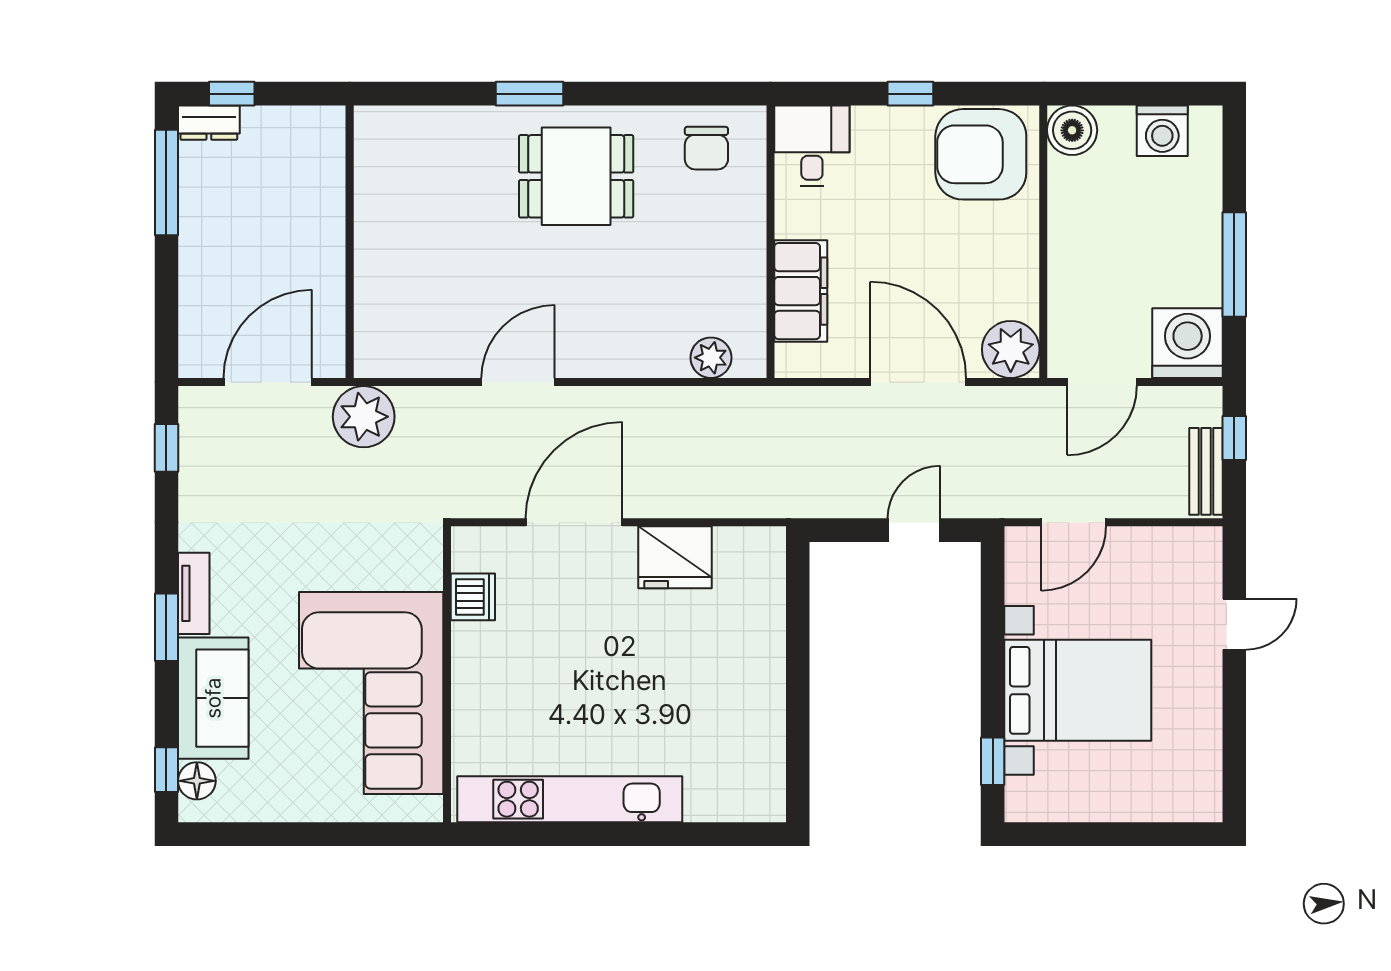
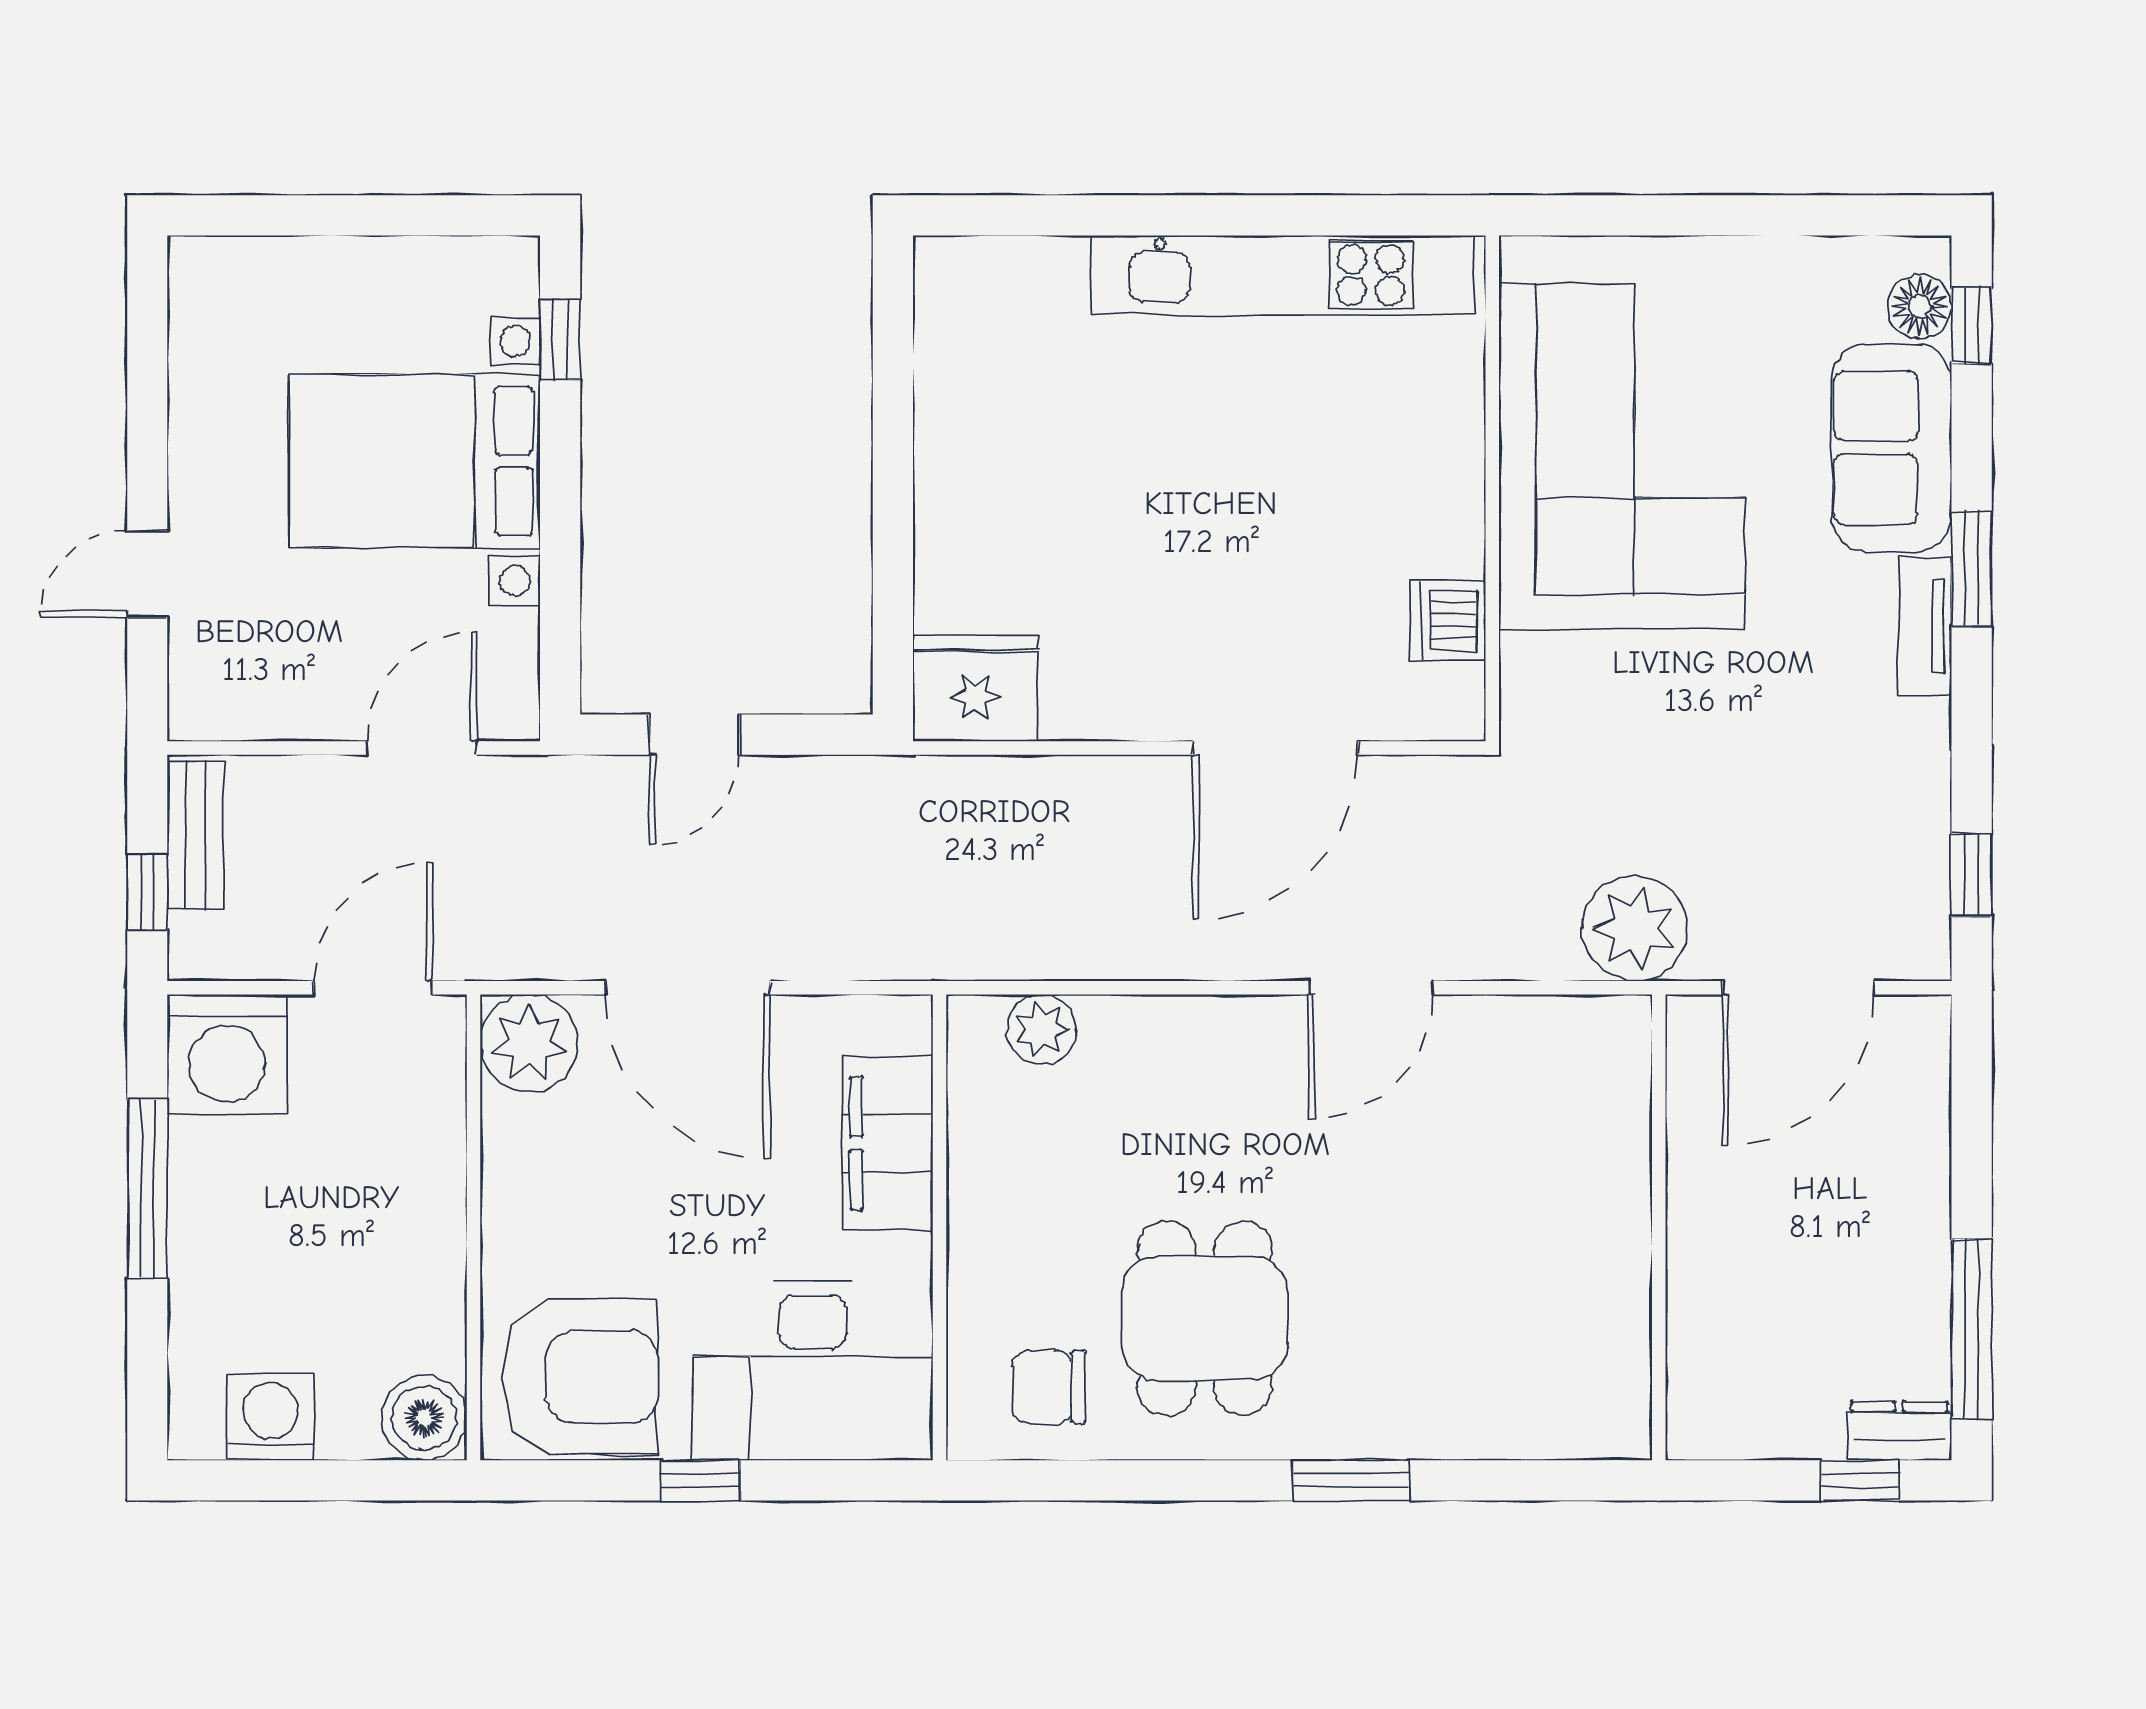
desk: (812, 146) -> (813, 1370), width x1.87, depth x1.30
chair: (706, 148) -> (1049, 1387), turned -90
dining table: (576, 176) -> (1205, 1318), moved, turned 90
fridge: (675, 557) -> (976, 688), moved

